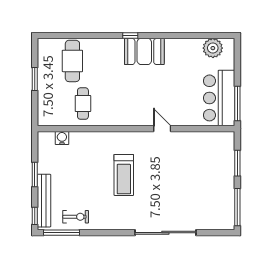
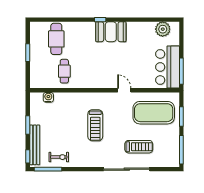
exercise mat: (201, 158) -> (154, 113), added
treadmill: (181, 203) -> (139, 147), added

